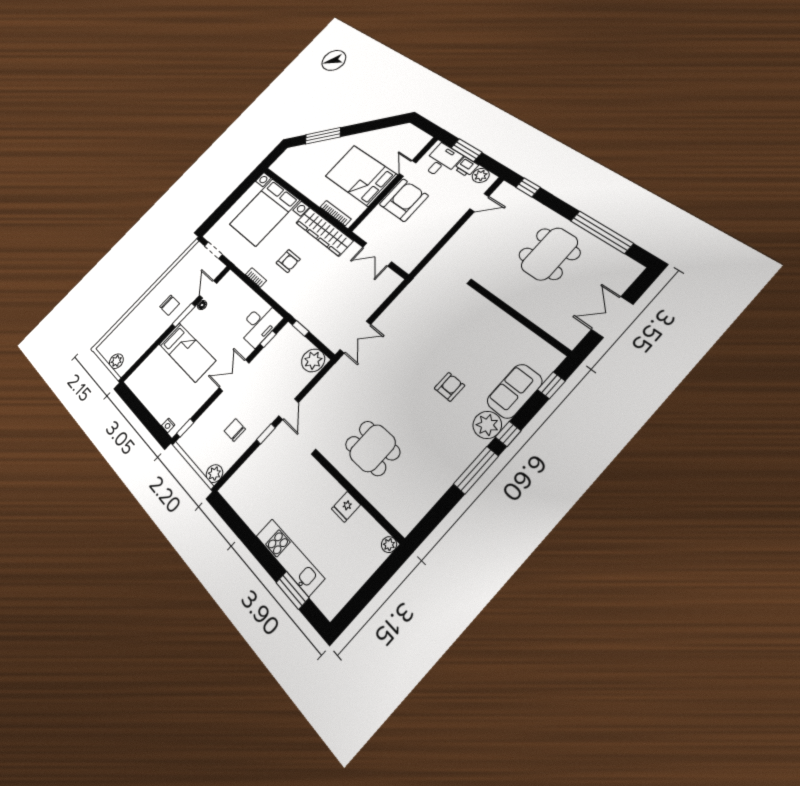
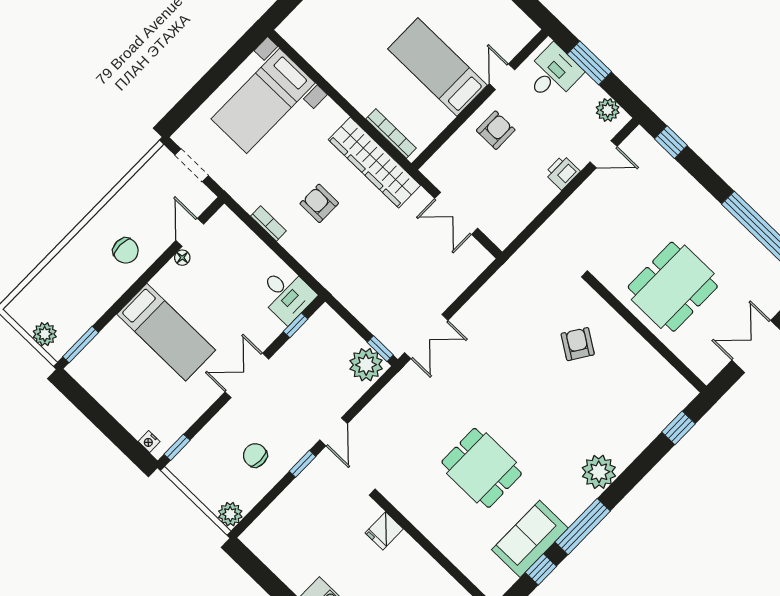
printer: (466, 167) -> (562, 172), moved, turned 90
bed: (361, 176) -> (437, 67), width x0.67
armchair: (404, 200) -> (496, 130), width x0.53, depth x0.53
bed with nightstands: (264, 212) -> (263, 101), width x0.73
dining table: (549, 254) -> (673, 287), moved
armchair: (288, 261) -> (319, 203), turned 180
window: (184, 315) -> (81, 345), moved
desk: (260, 324) -> (286, 294), width x0.73
window: (301, 328) -> (380, 349), moved
armchair: (449, 387) -> (578, 344), moved, turned -57
sofa: (515, 391) -> (530, 539), moved
window: (508, 434) -> (541, 569), moved
dining table: (373, 448) -> (482, 468), moved
fridge: (346, 507) -> (384, 531), moved

